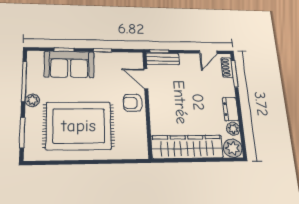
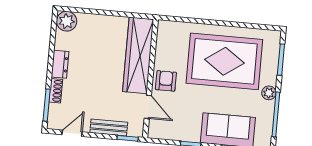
bench: (163, 59) -> (109, 127), moved
shoe rack: (227, 68) -> (56, 91), moved
armchair: (133, 103) -> (166, 81), turned -90
plant: (233, 129) -> (62, 42), removed
wardrobe: (187, 147) -> (138, 55), moved, turned 90

